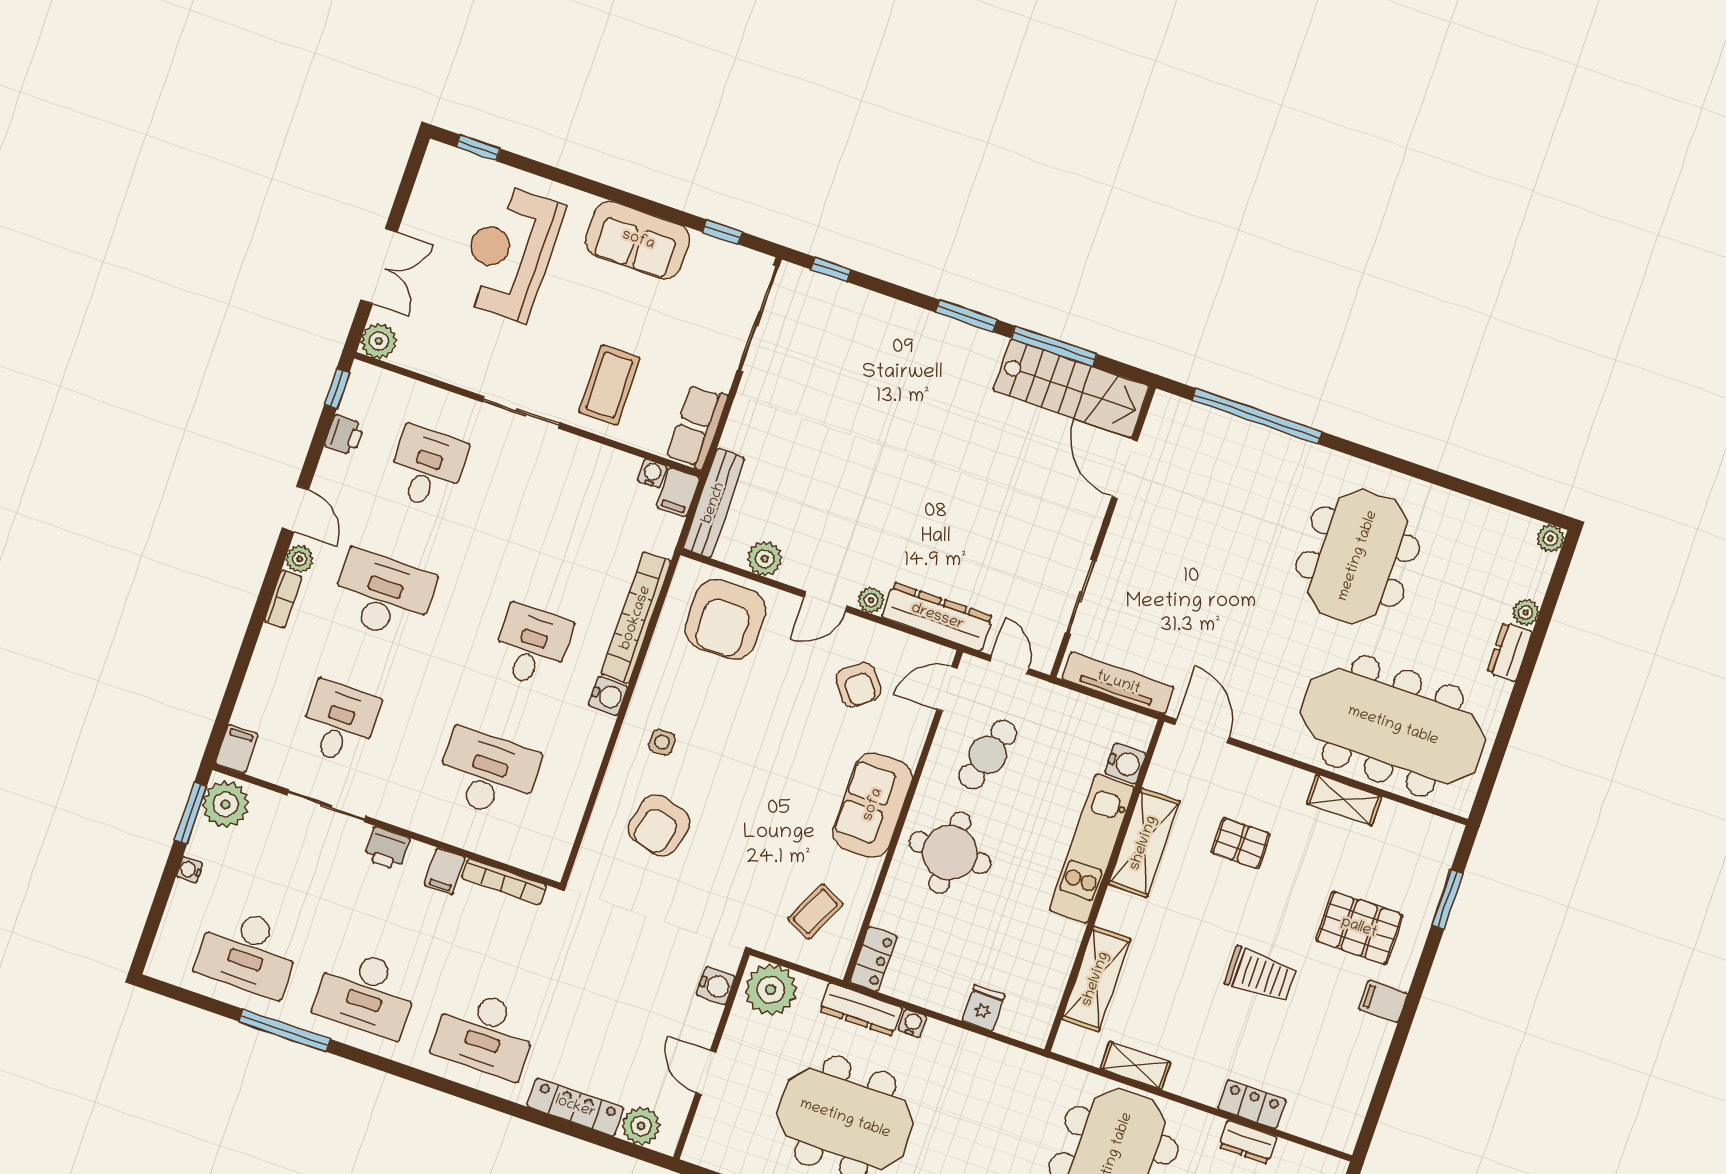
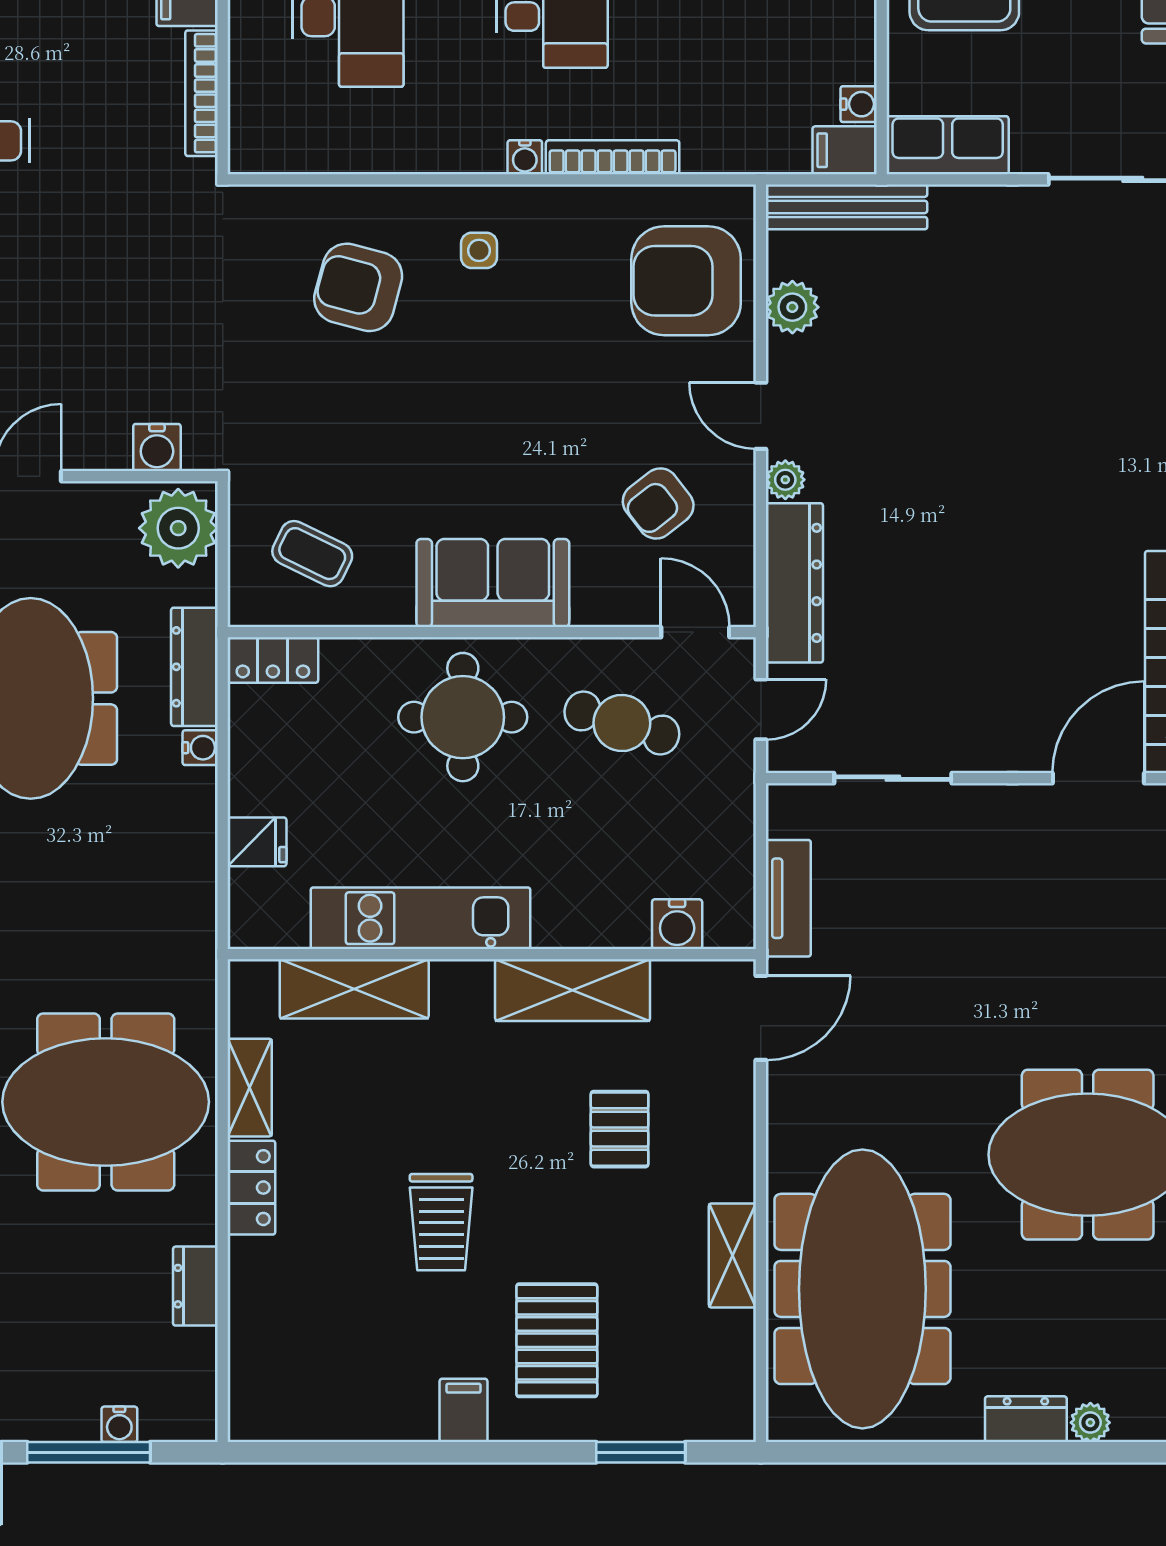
bookcase: (636, 618) -> (613, 157), width x0.68, depth x0.76
tv unit: (1118, 683) -> (788, 898), width x0.71
water cooler: (608, 696) -> (525, 157), width x0.72, depth x0.72
kitchen unit: (1092, 849) -> (421, 918), moved
locker: (1252, 1104) -> (251, 1188), moved

